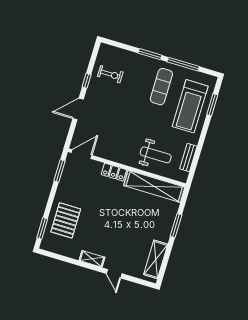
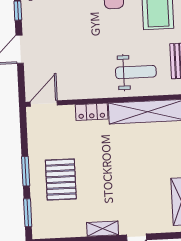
window: (60, 171) -> (26, 171), moved
pallet: (66, 220) -> (61, 180), moved

